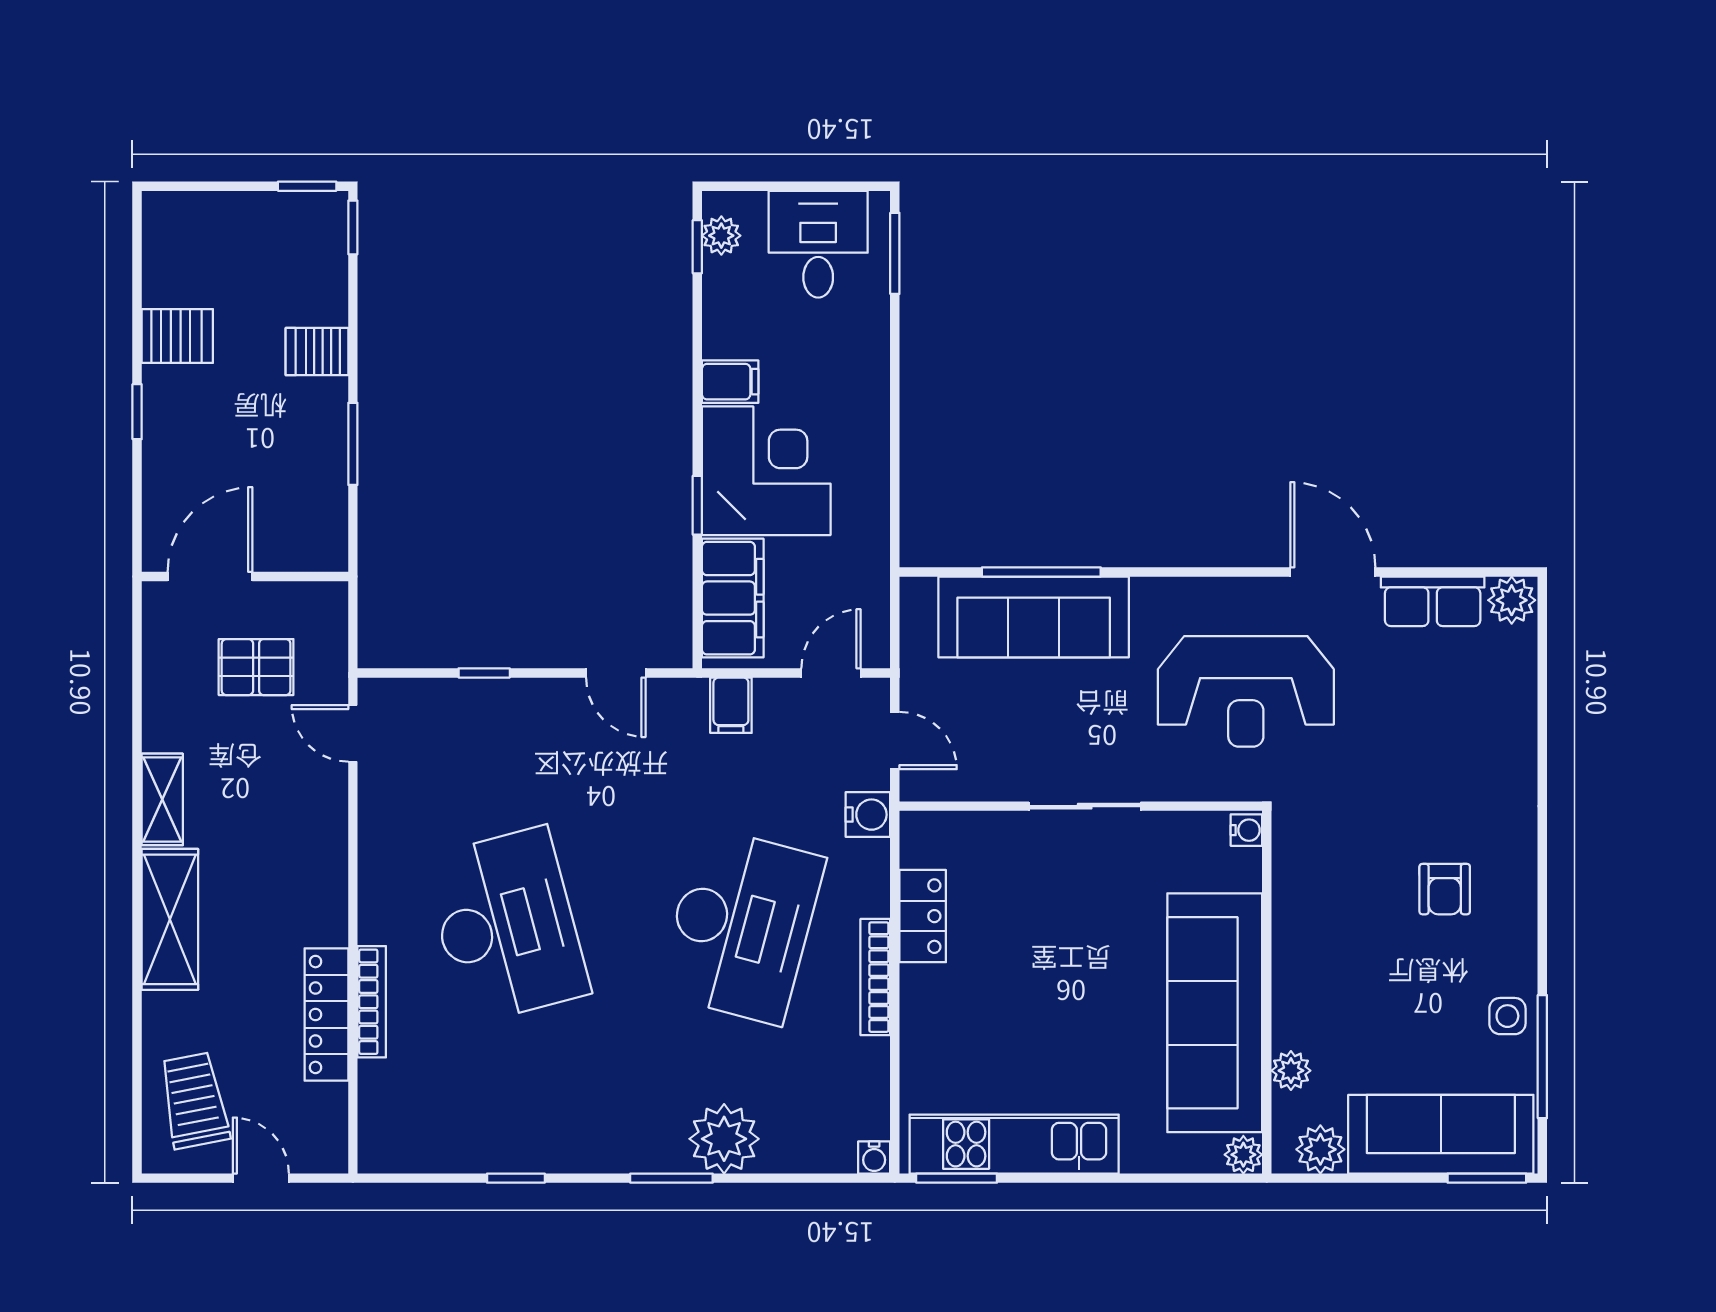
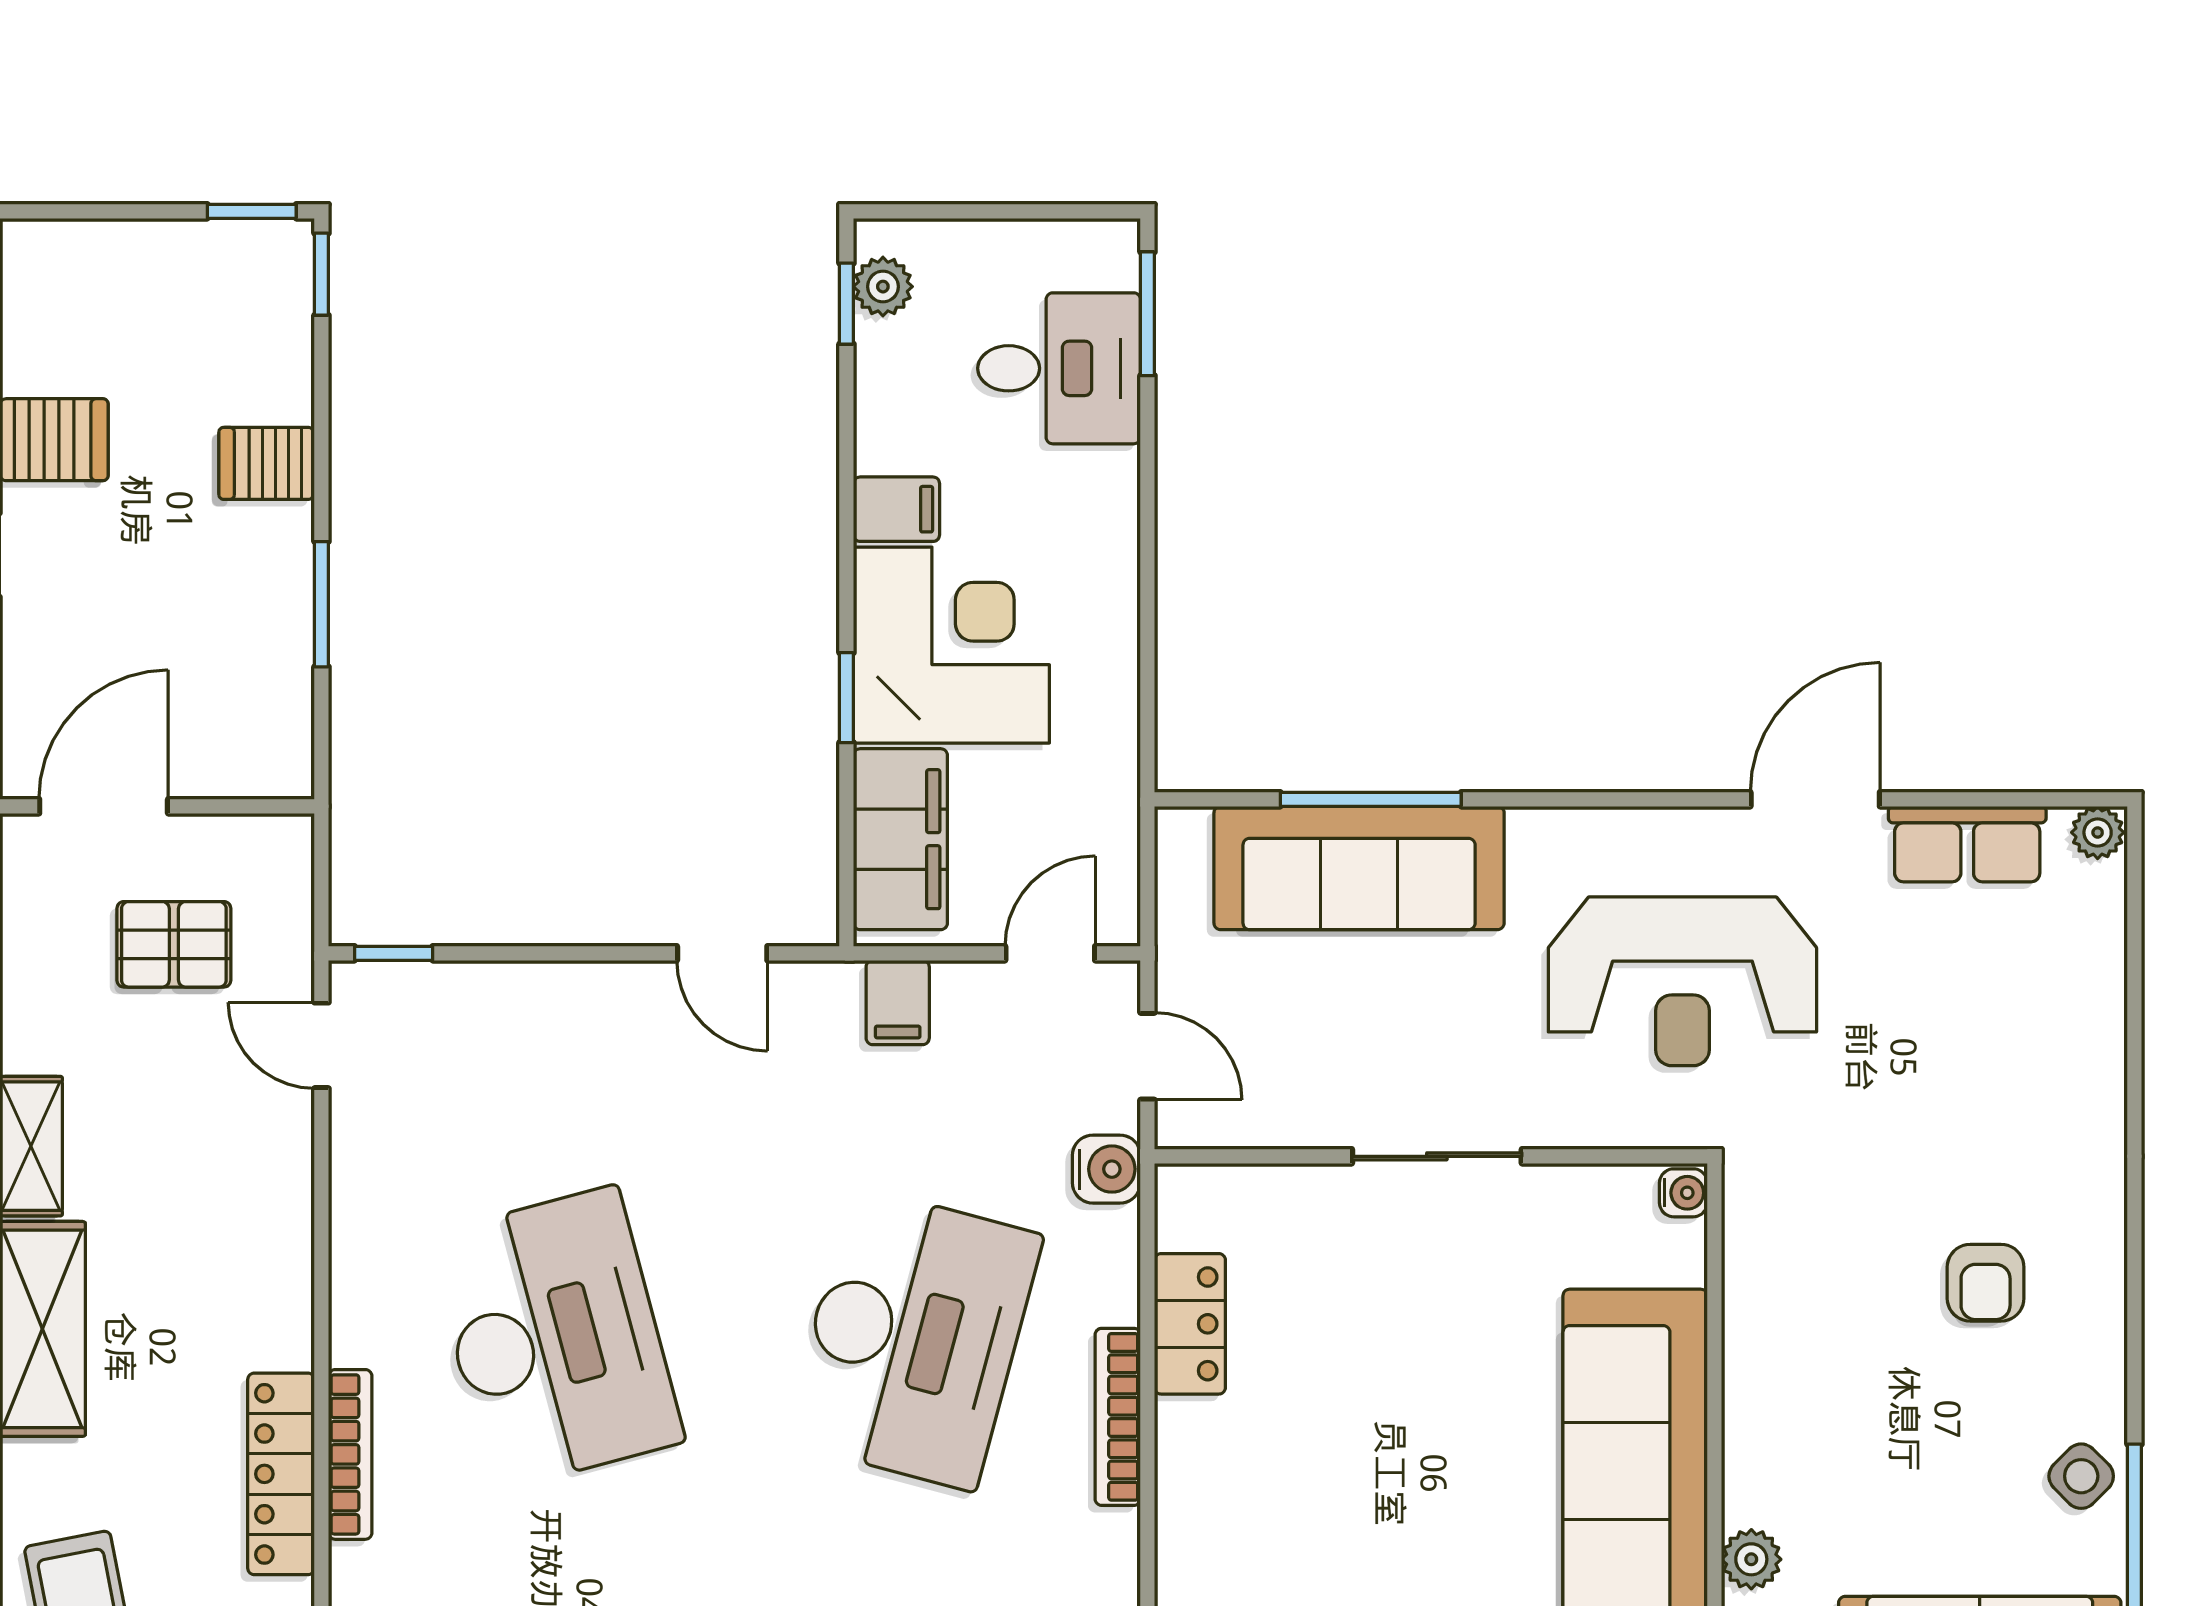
desk: (818, 244) -> (1059, 368), moved, turned 90
door: (1333, 572) -> (1815, 799), hinge flipped
plant: (1512, 600) -> (2098, 832), width x0.73, depth x0.73
window: (484, 673) -> (394, 953), moved
side table: (1507, 1016) -> (2081, 1476), turned 45

